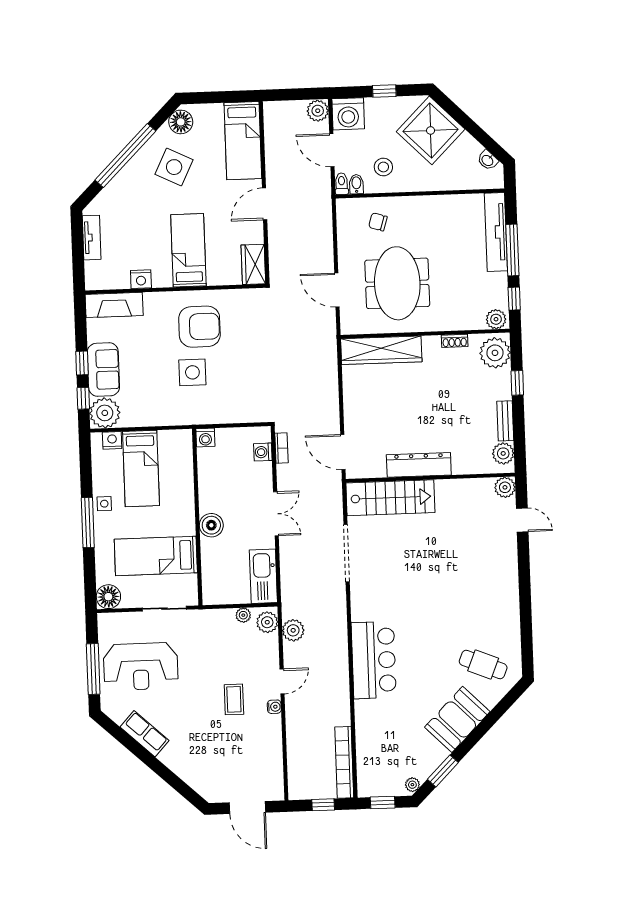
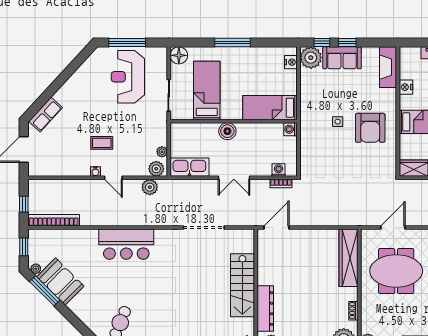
side table: (192, 372) -> (338, 122), width x0.54, depth x0.54
dresser: (419, 465) -> (265, 309), moved
bed: (141, 468) -> (270, 108), moved
stairs: (390, 498) -> (242, 285), moved
side table: (104, 504) -> (246, 55), removed
booth: (457, 719) -> (60, 281), moved
row of seats: (144, 734) -> (46, 115), moved
window: (443, 771) -> (45, 291), width x1.44

